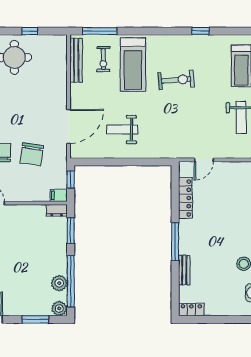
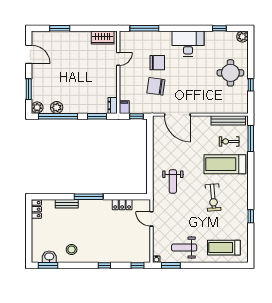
weight bench: (122, 129) -> (173, 181), moved, turned 180
locker: (185, 198) -> (122, 205), width x0.66

